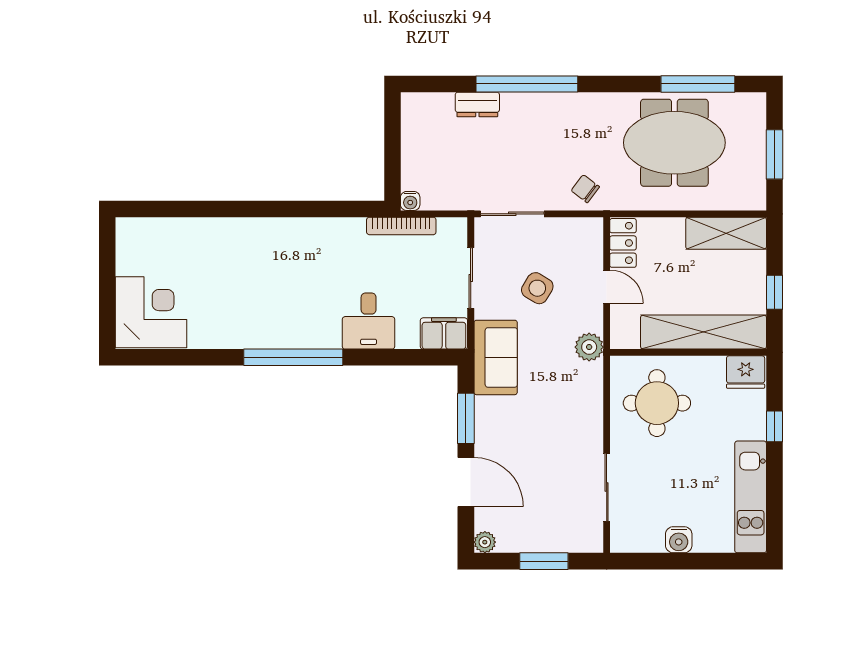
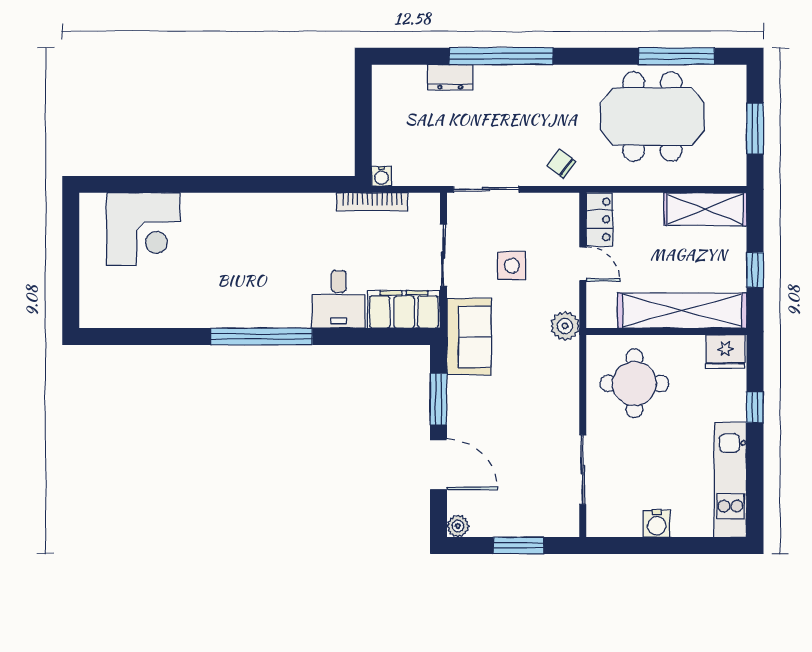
side table: (537, 288) -> (512, 266), turned -31
corner desk: (151, 312) -> (143, 229), moved, turned 90
filing cabinet: (444, 333) -> (404, 309), width x1.50, depth x1.17

